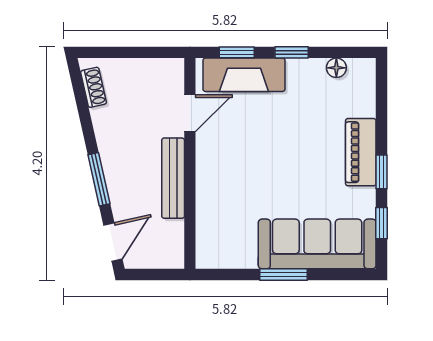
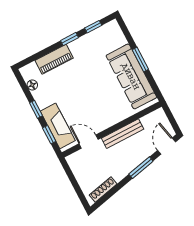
shoe rack: (94, 87) -> (103, 190), width x1.43
piano: (361, 152) -> (54, 59), moved
door: (113, 242) -> (167, 146), hinge flipped
sofa: (317, 244) -> (131, 76), moved

